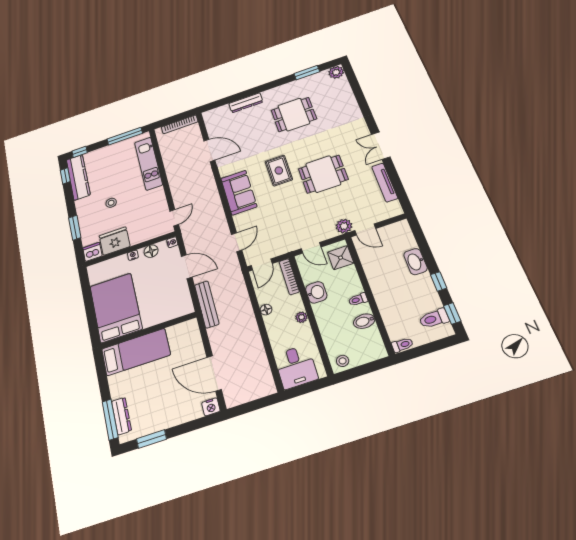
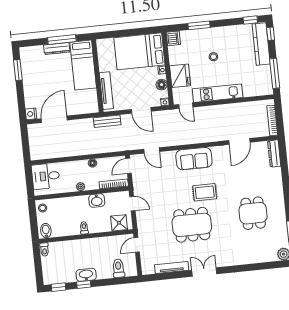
dresser: (246, 103) -> (274, 154), moved
kitchen unit: (148, 163) -> (218, 93), moved
dining table: (323, 174) -> (192, 225), width x1.38
kitchen counter: (78, 177) -> (261, 44), moved, turned 90
plant: (344, 226) -> (144, 231), removed
fridge: (115, 241) -> (180, 76), moved
door: (311, 248) -> (132, 204), swing flipped
washbasin: (415, 262) -> (86, 275), moved
door: (262, 264) -> (129, 166), hinge flipped
door: (187, 267) -> (141, 110), hinge flipped
bench: (207, 304) -> (107, 121), width x0.73
bed: (116, 308) -> (139, 51), moved, turned 180
tv unit: (167, 315) -> (106, 91), added
toilet: (434, 319) -> (118, 268), moved
bidet: (364, 321) -> (46, 231), moved
dresser: (121, 416) -> (57, 49), moved
window: (110, 420) -> (62, 40), moved

